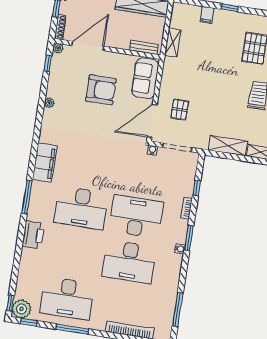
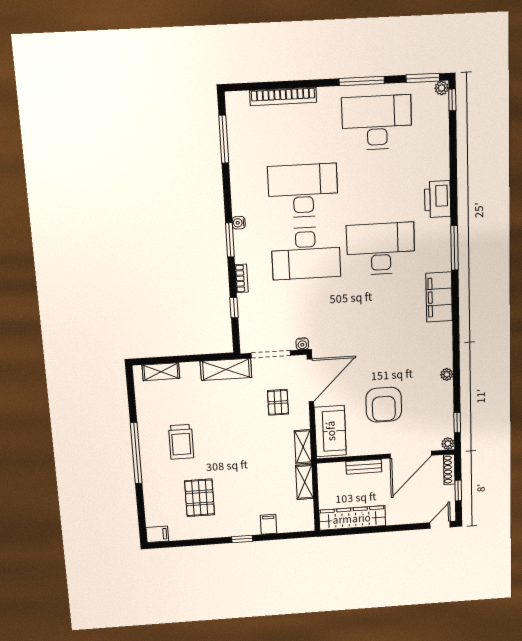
bench: (144, 47) -> (364, 467), moved
shelving: (168, 71) -> (303, 447), added
armchair: (101, 90) -> (384, 405), turned -90
shelving: (228, 146) -> (226, 369), moved
plant: (22, 309) -> (442, 88), width x0.53, depth x0.53
window: (29, 322) -> (423, 78), width x1.50

